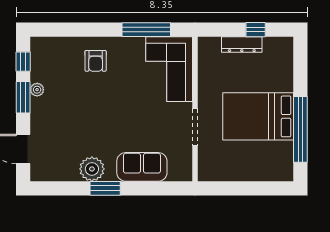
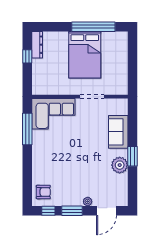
dresser: (242, 44) -> (37, 45), moved
armchair: (96, 61) -> (43, 192), moved
plant: (37, 90) -> (88, 201), moved

